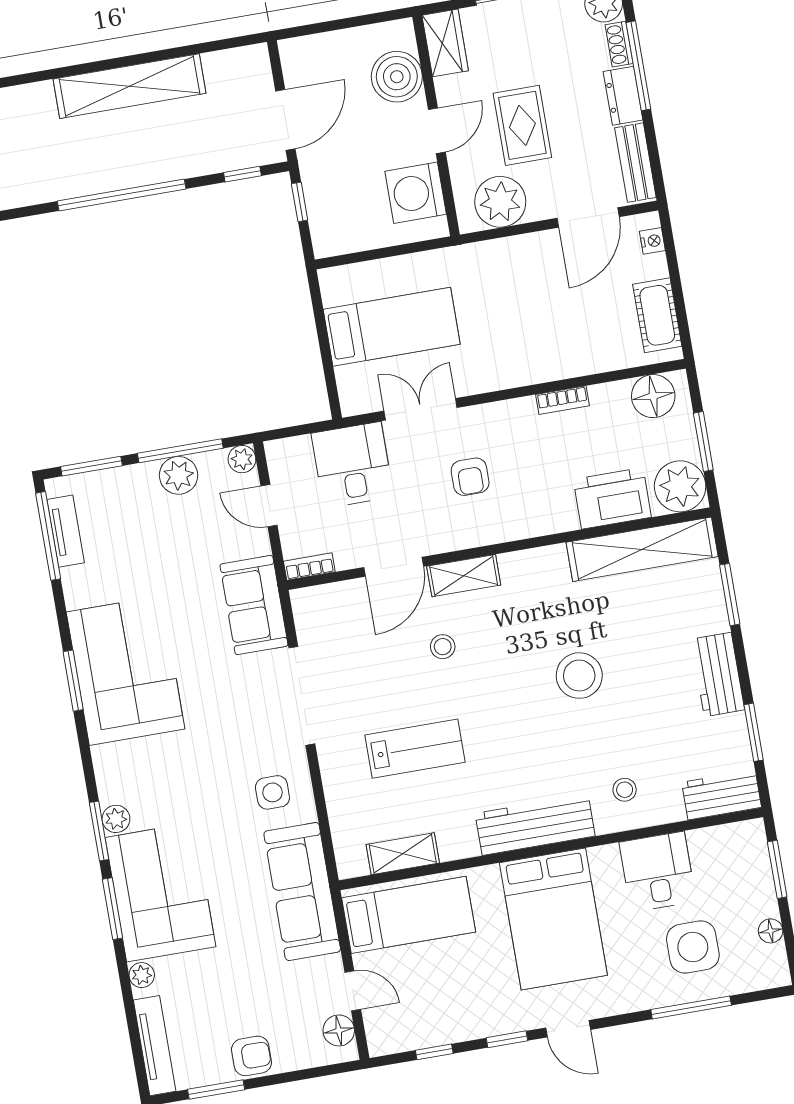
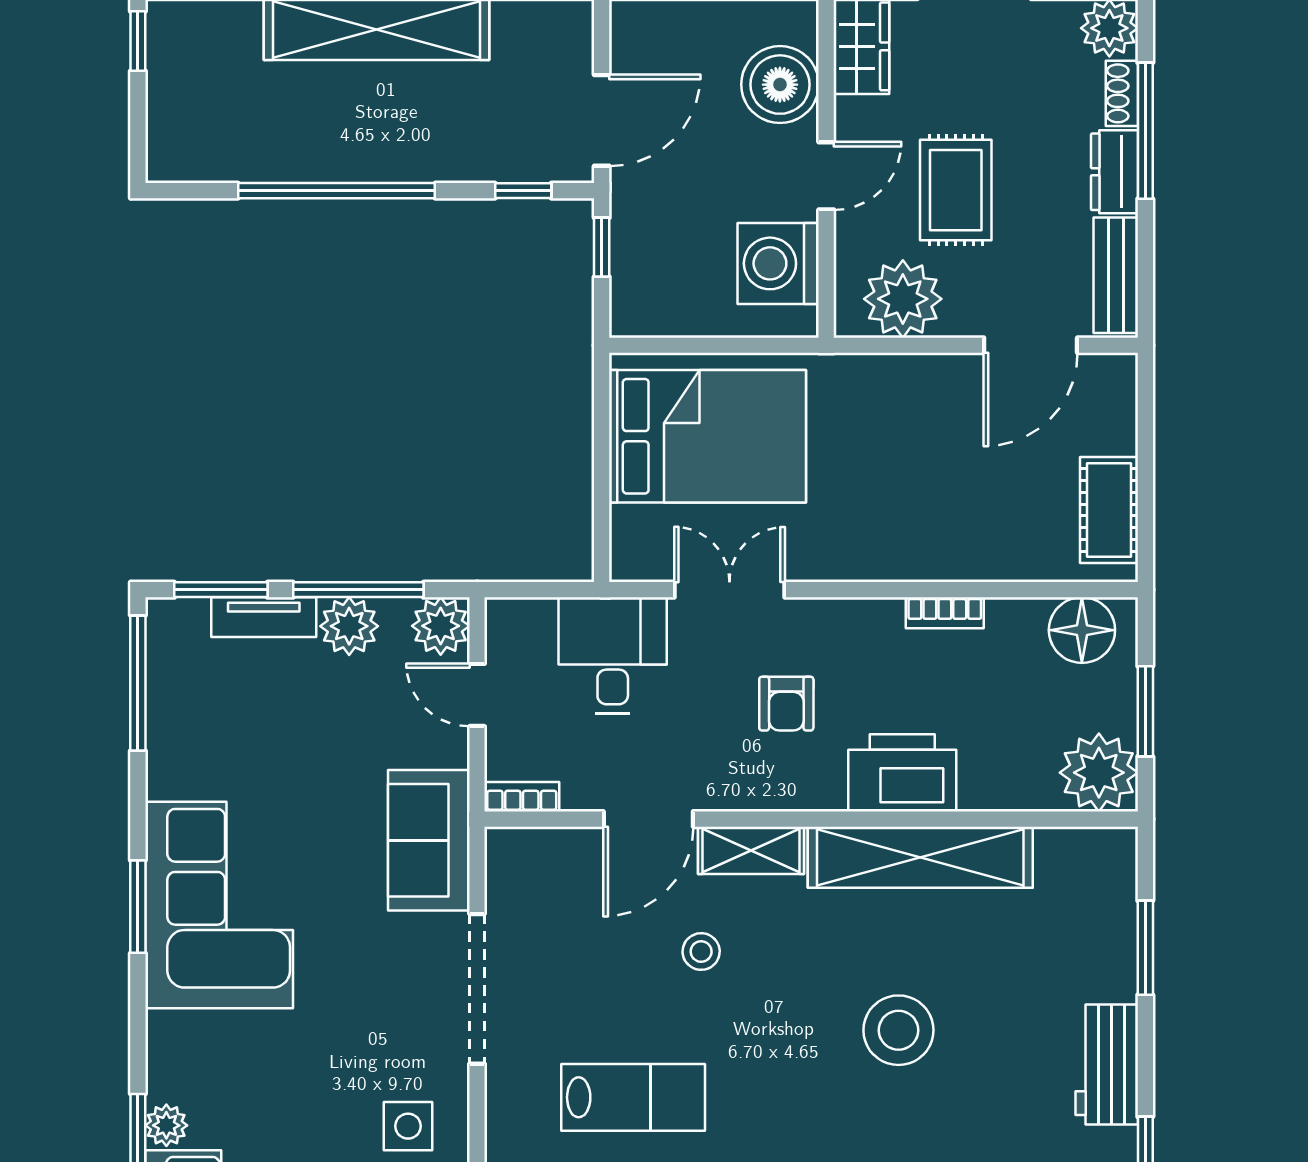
nightstand: (652, 241) -> (1121, 397), removed
bed: (392, 327) -> (707, 436), width x1.50
plant: (242, 459) -> (441, 626), width x1.38, depth x1.38
printer: (612, 498) -> (902, 773), moved
tv unit: (66, 531) -> (264, 617), moved, turned 90
shelving: (642, 549) -> (920, 857), moved

